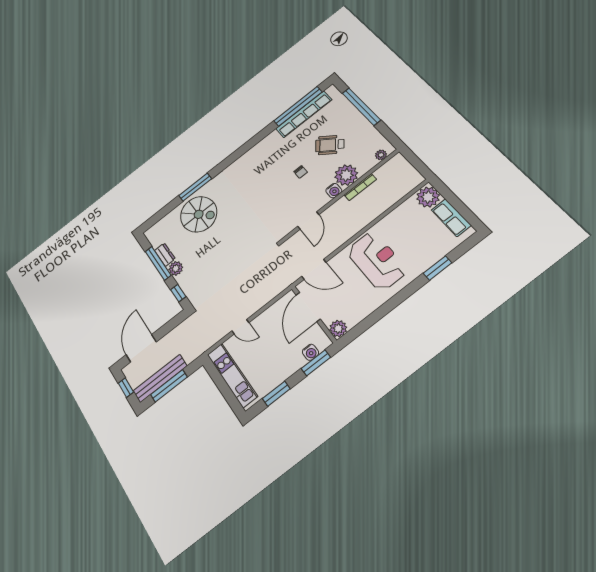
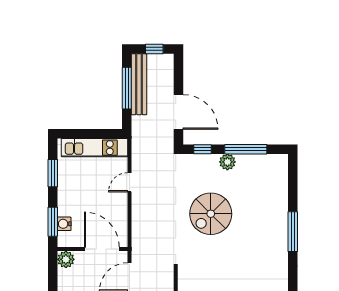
spiral stairs: (199, 214) -> (211, 214), moved
dresser: (165, 255) -> (249, 161), removed
door: (141, 348) -> (179, 112), moved

